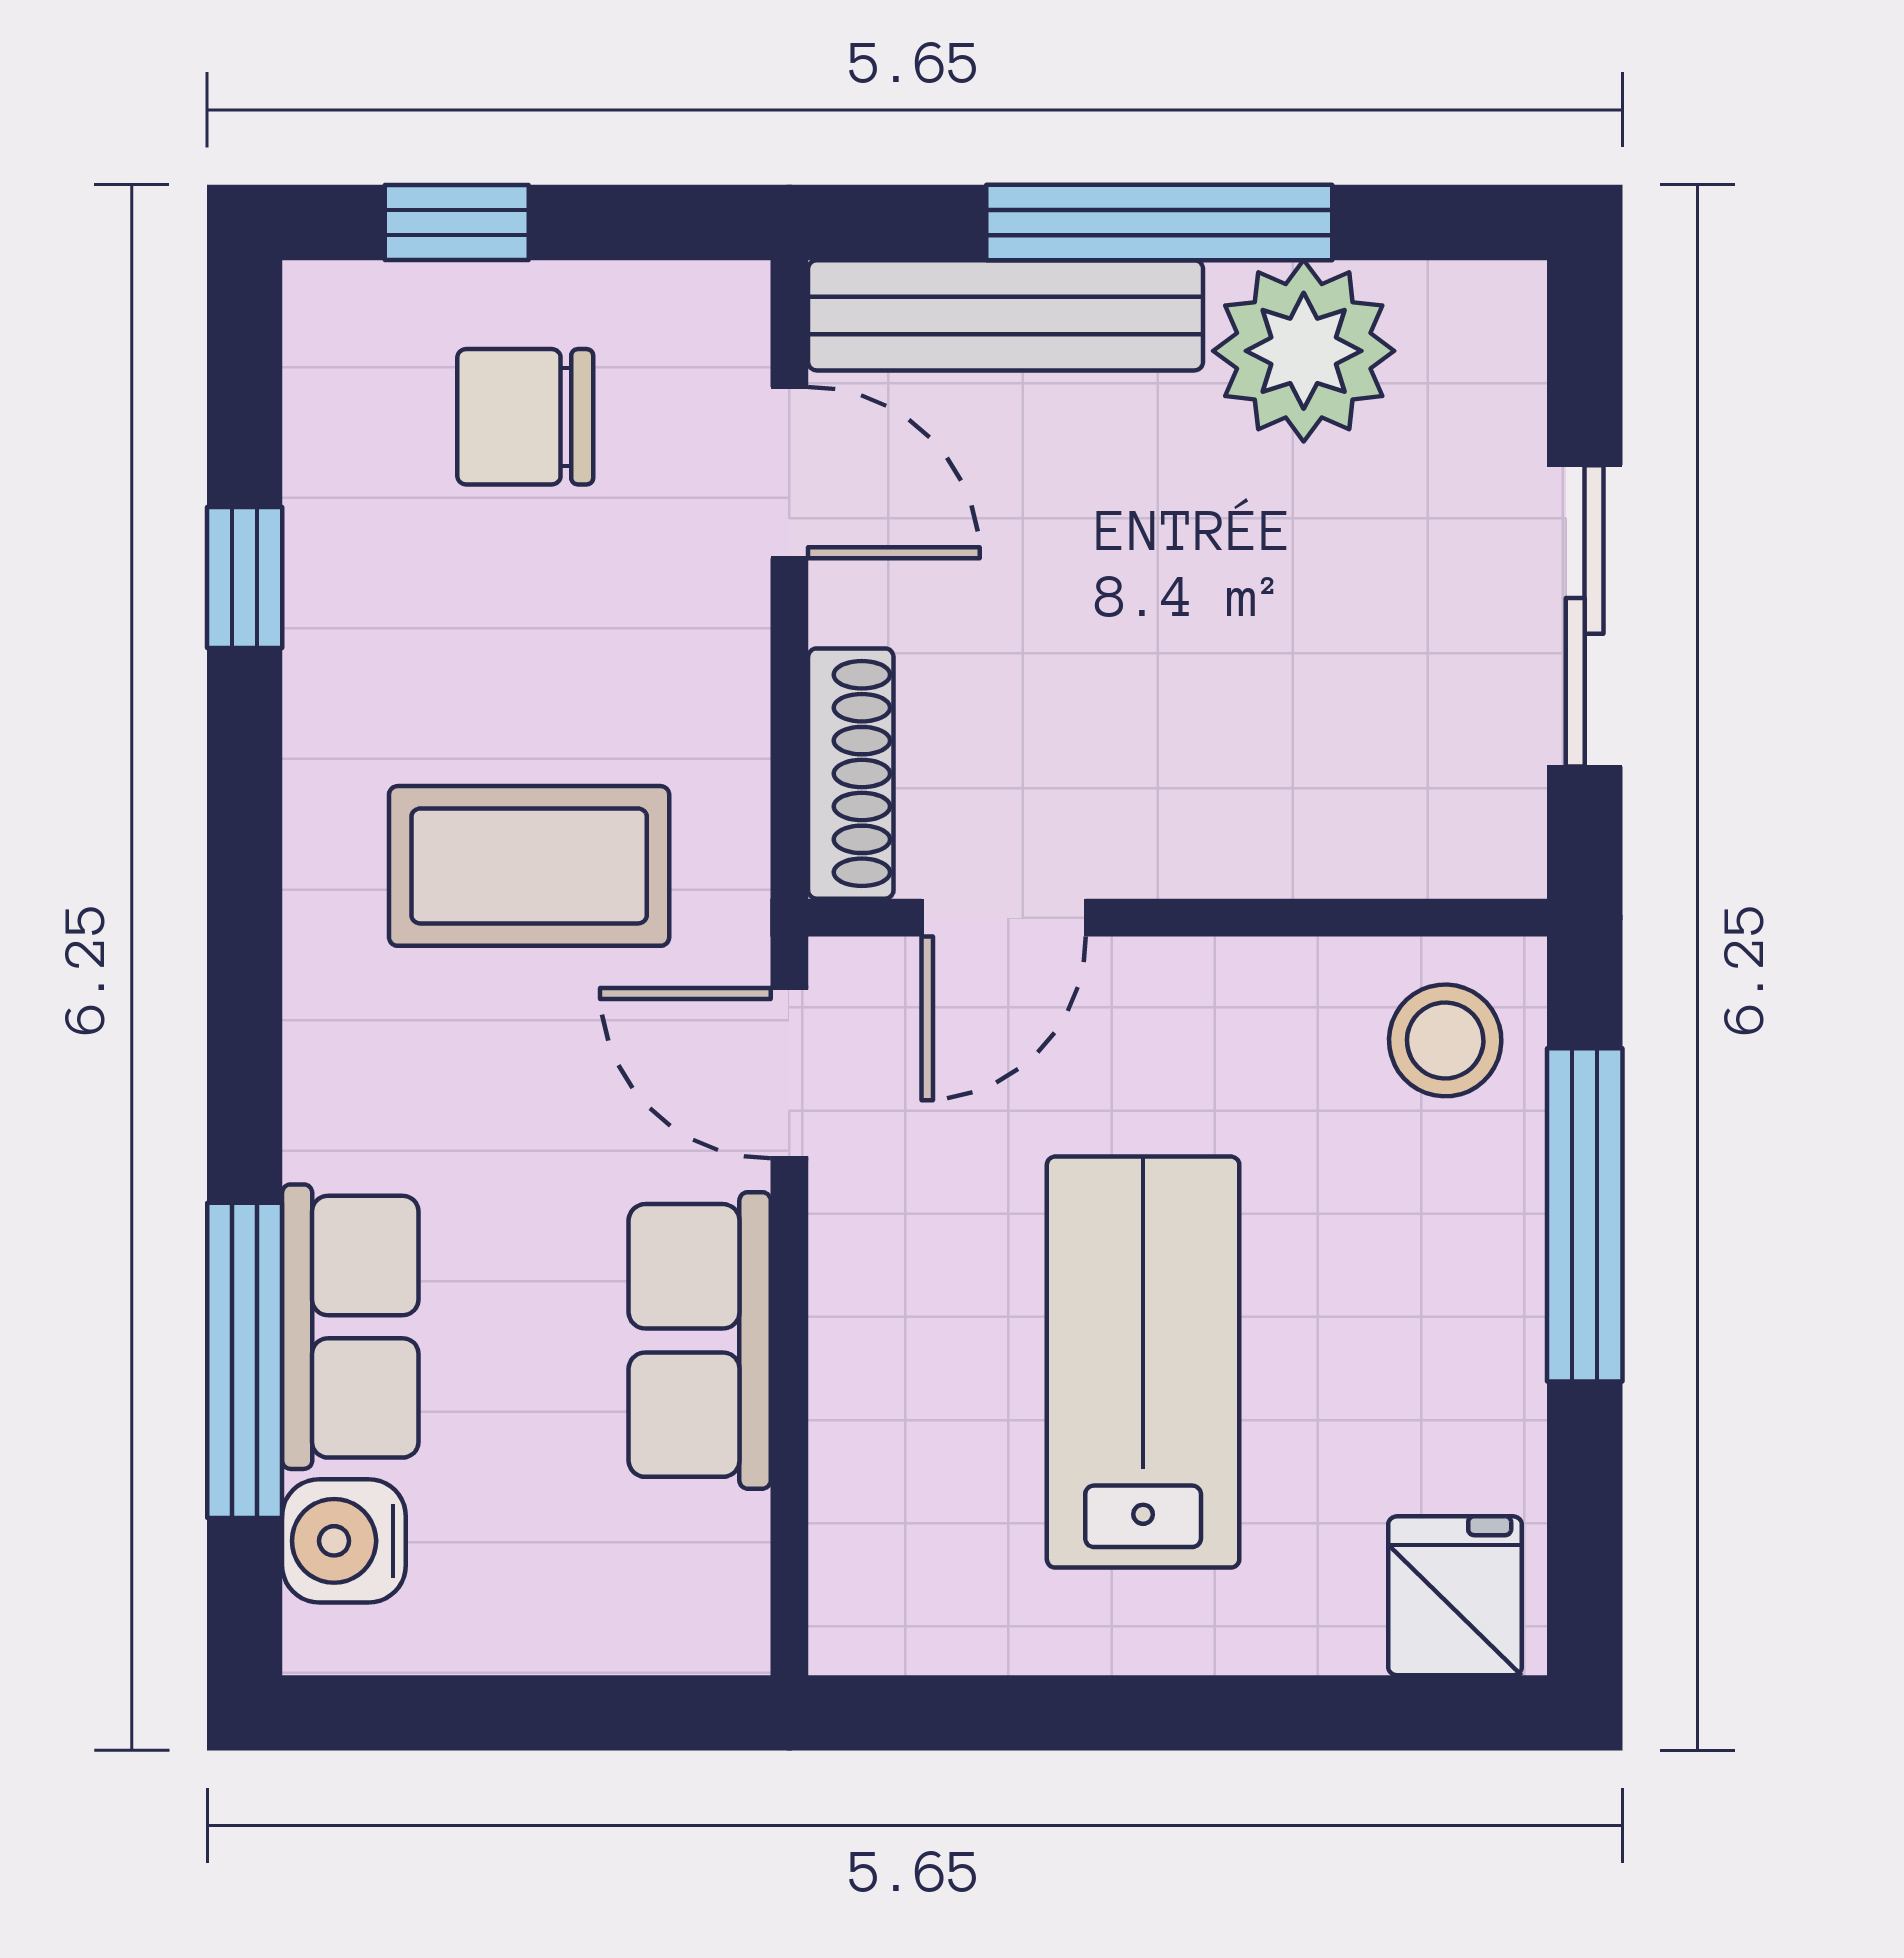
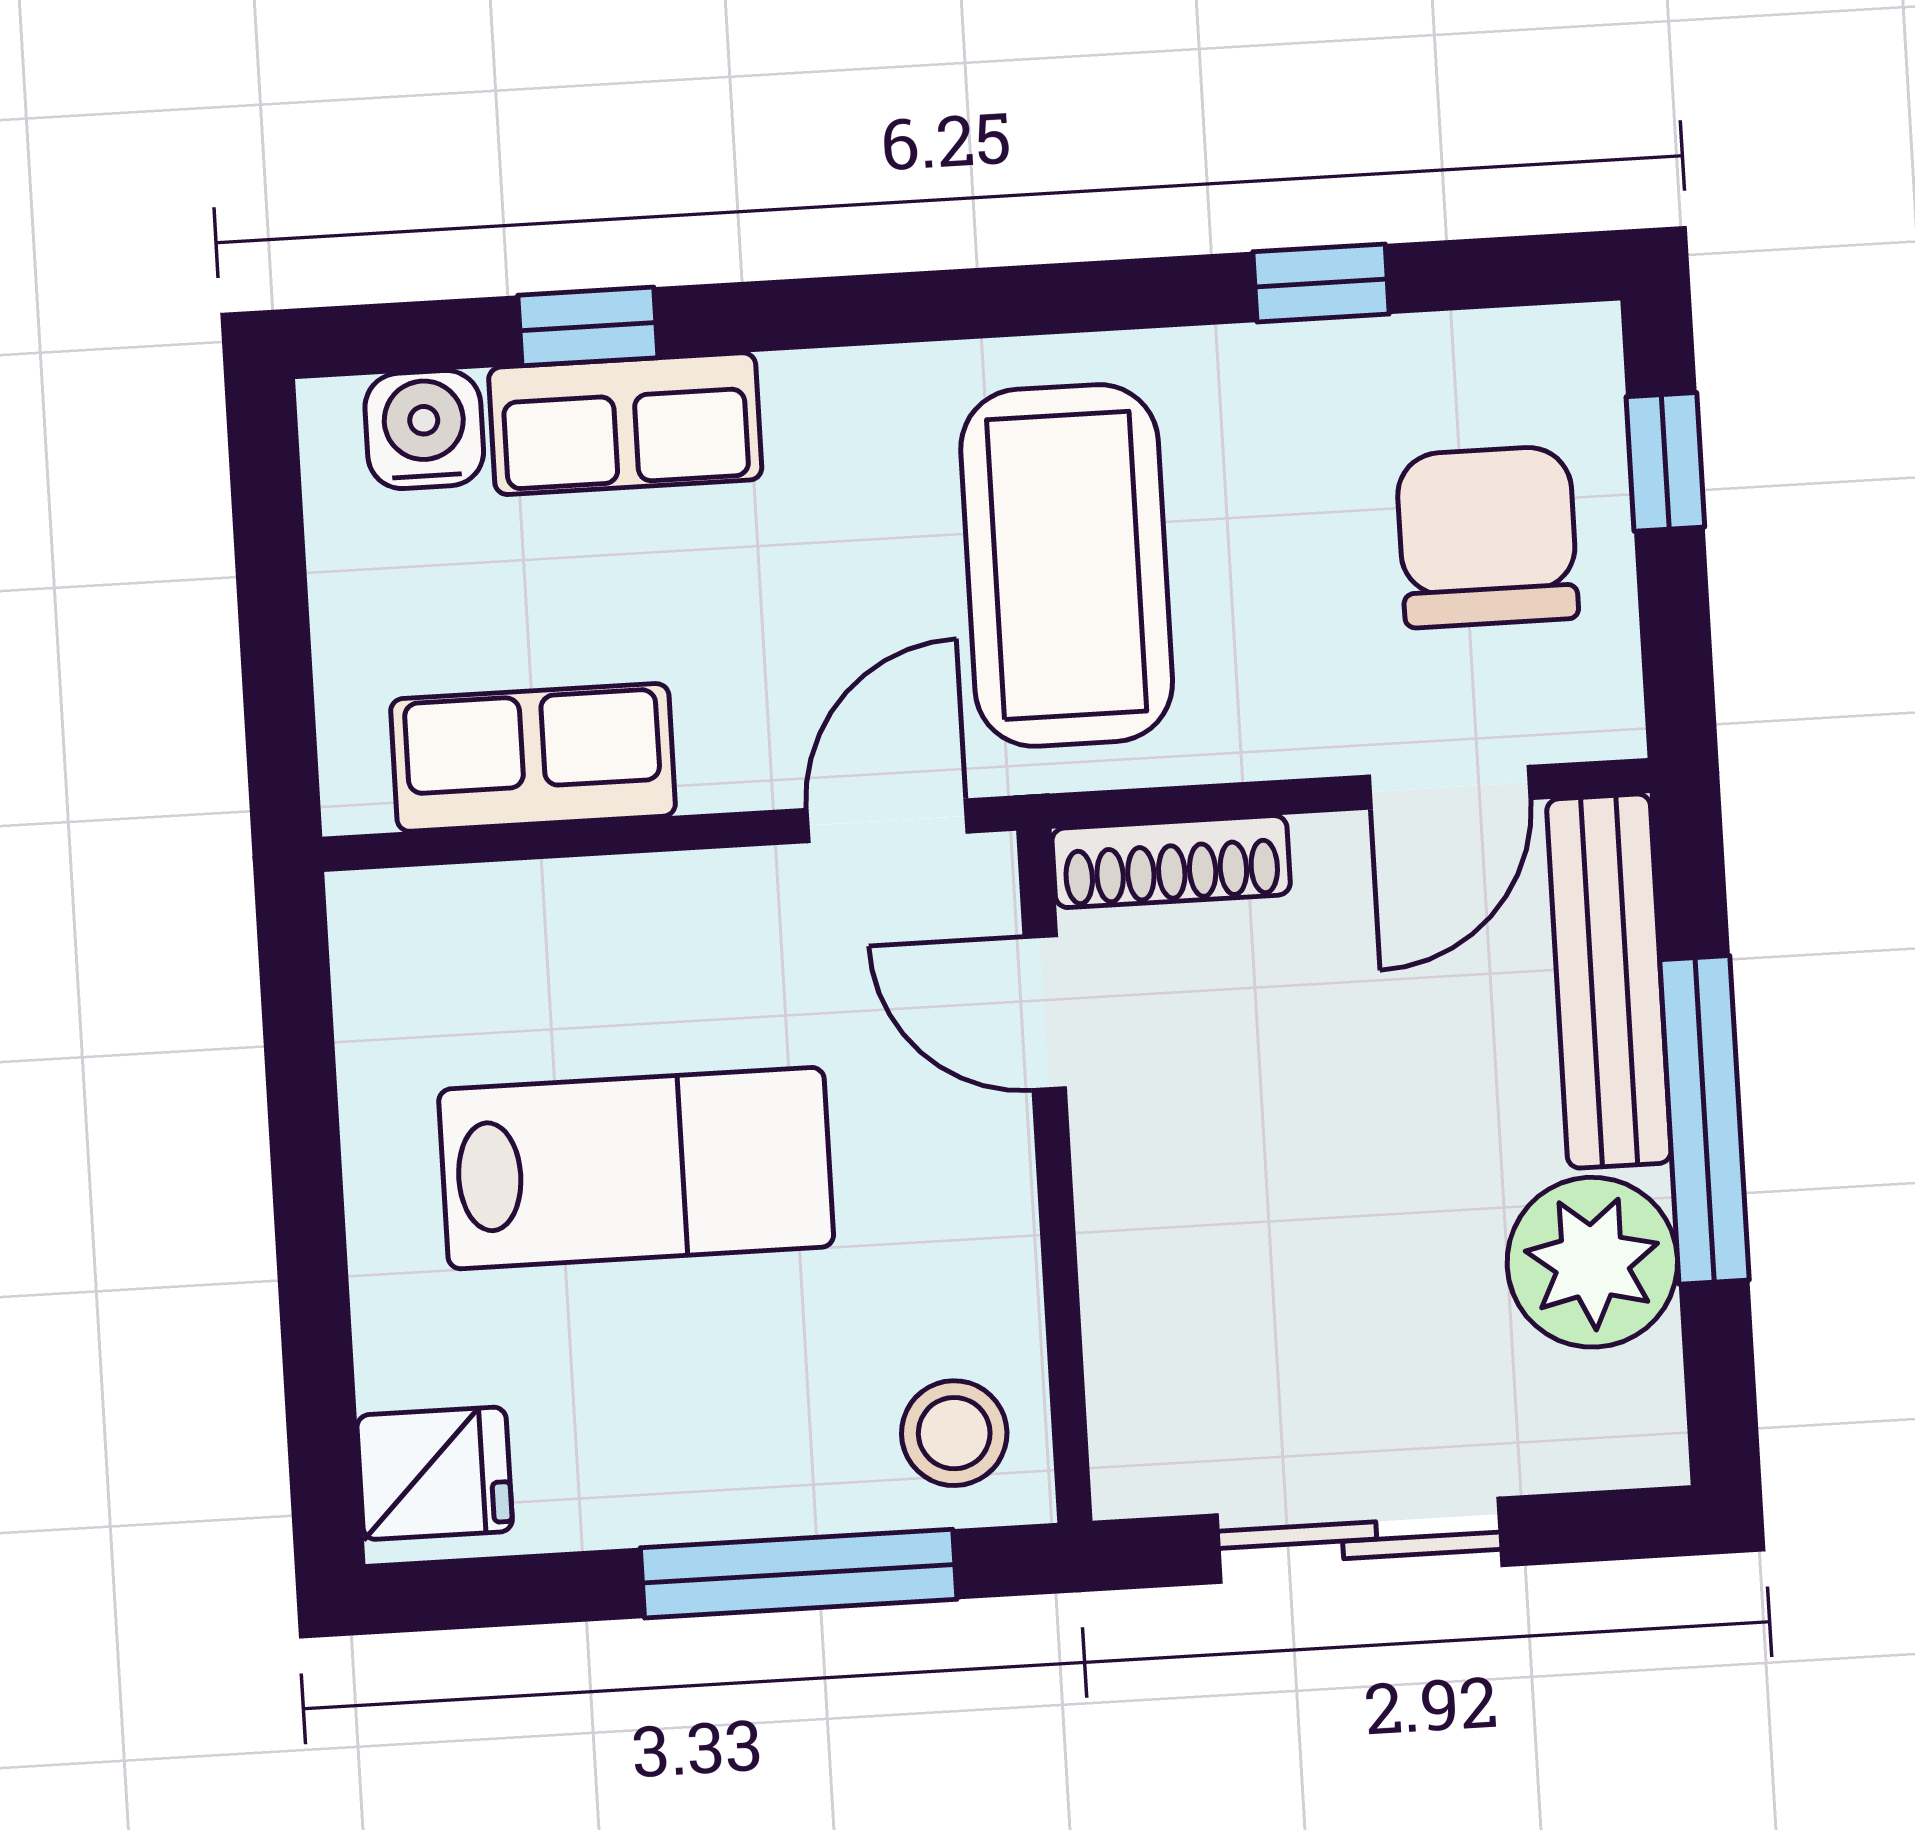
chair: (525, 417) -> (1487, 537), width x1.37, depth x1.37
coffee table: (529, 866) -> (1067, 565), width x1.36, depth x1.32
row of seats: (700, 1340) -> (533, 757), moved
window: (245, 1360) -> (588, 326), width x0.46

